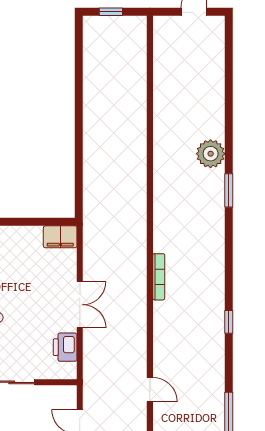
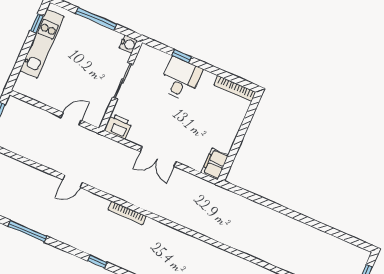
bookcase: (159, 277) -> (127, 213), moved
printer: (65, 347) -> (118, 126), moved

